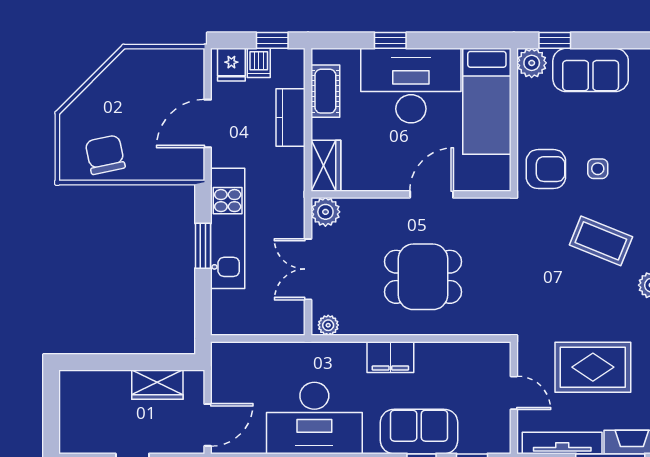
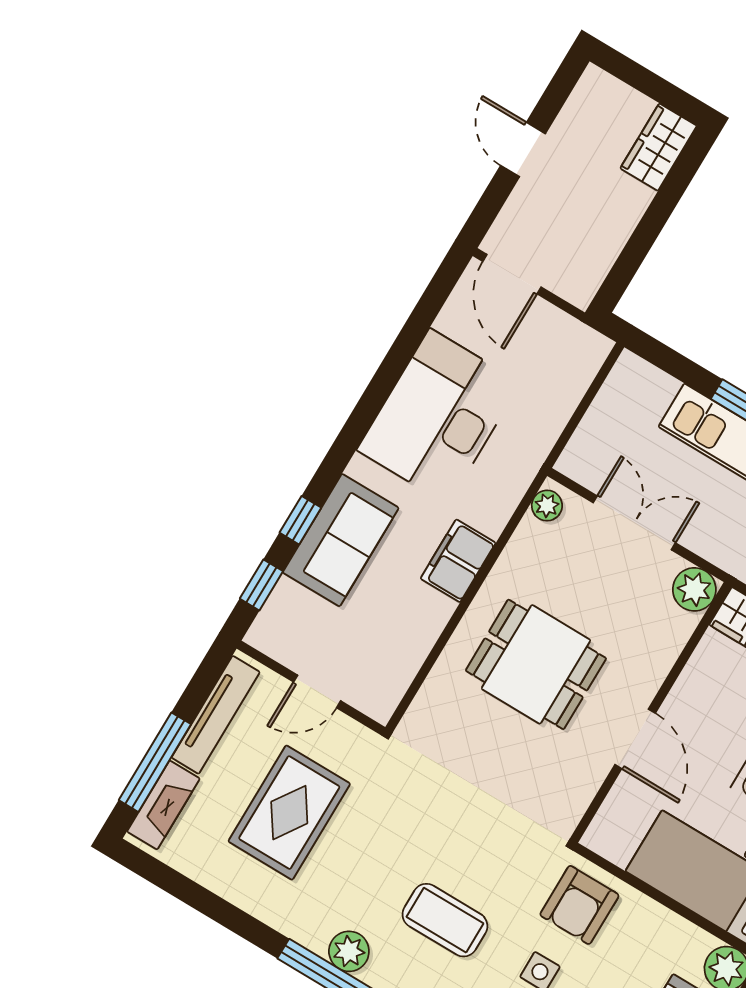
coffee table: (601, 241) -> (445, 920), turned 68
dining table: (423, 277) -> (536, 664), turned 90
wardrobe: (157, 385) -> (659, 147), moved

